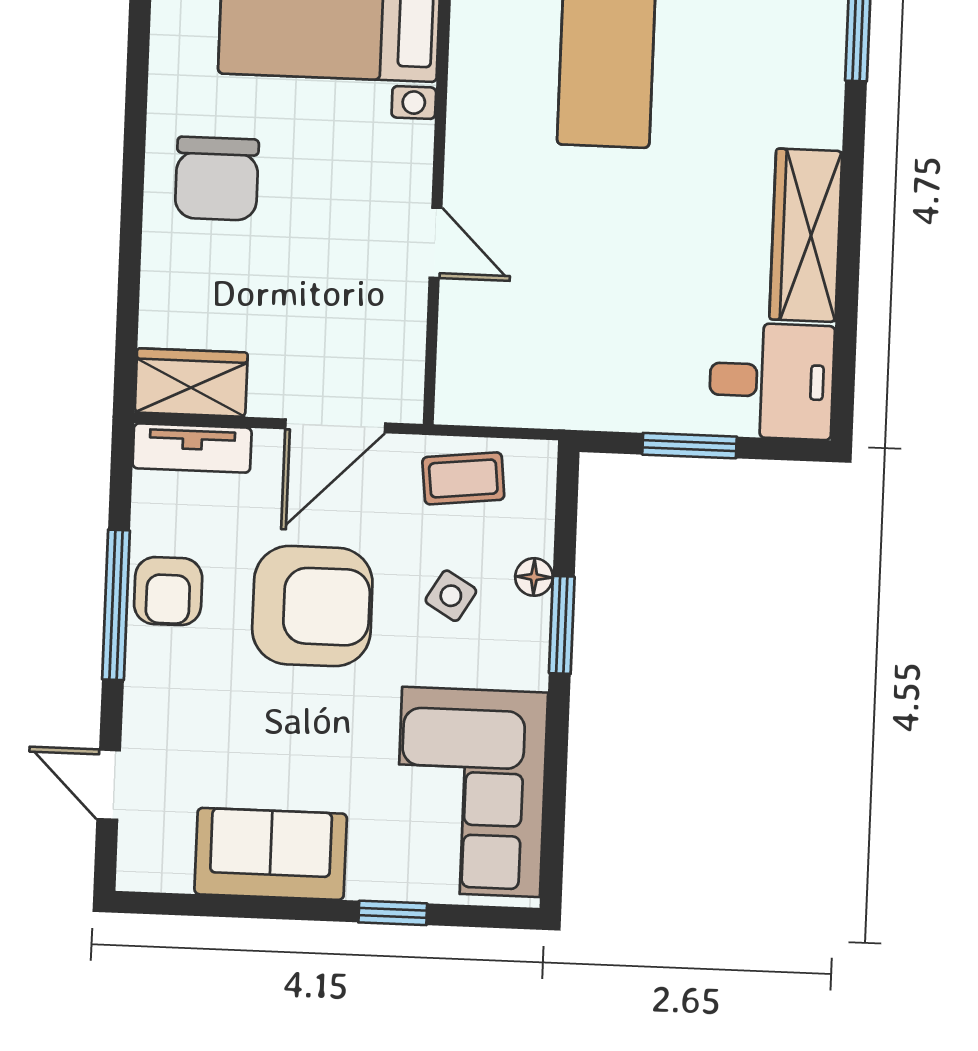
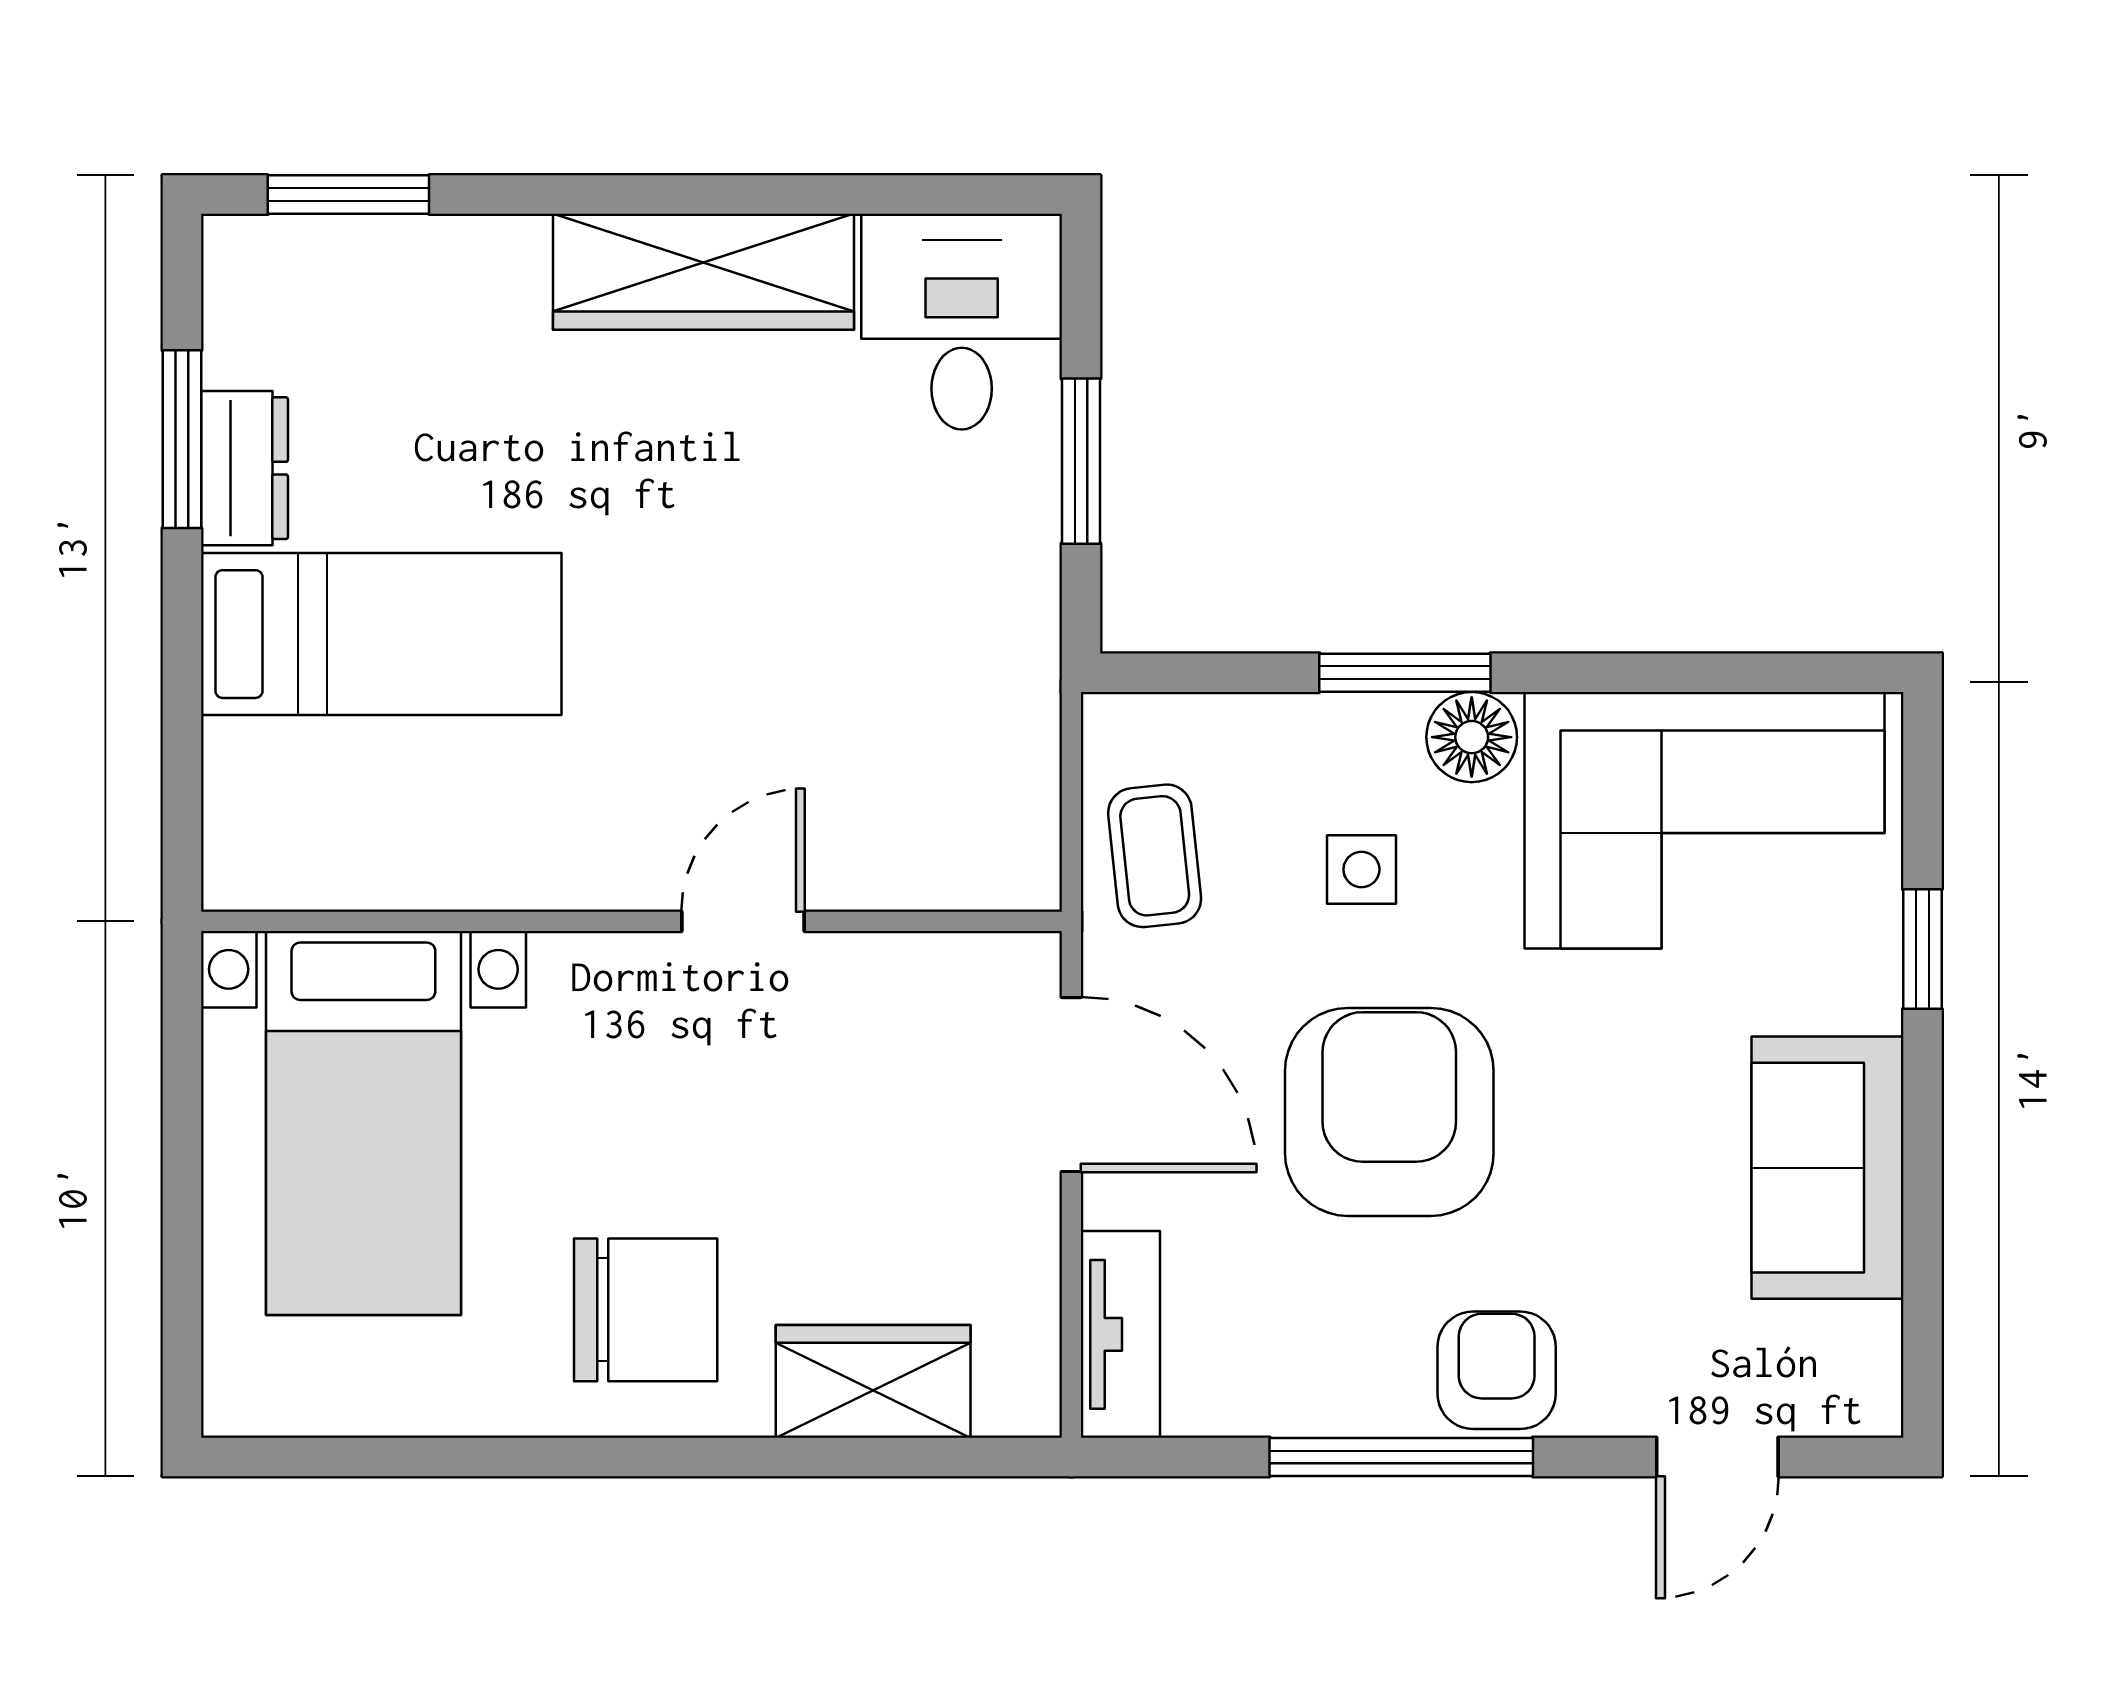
wardrobe: (191, 382) -> (873, 1381), moved, turned 90
floor lamp: (534, 577) -> (1472, 737), moved, width x1.37, depth x1.37
armchair: (168, 591) -> (1497, 1370), moved, turned -90
side table: (451, 596) -> (1361, 869), turned -31

